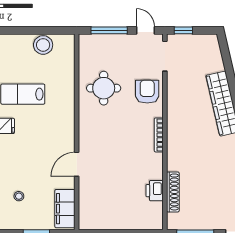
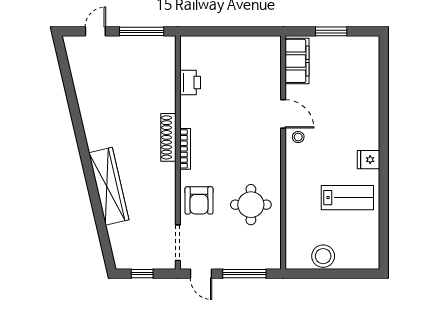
window: (183, 30) -> (142, 274), moved
door: (77, 164) -> (283, 114), hinge flipped
shoe rack: (173, 192) -> (168, 137), moved
stool: (19, 196) -> (298, 137), moved

